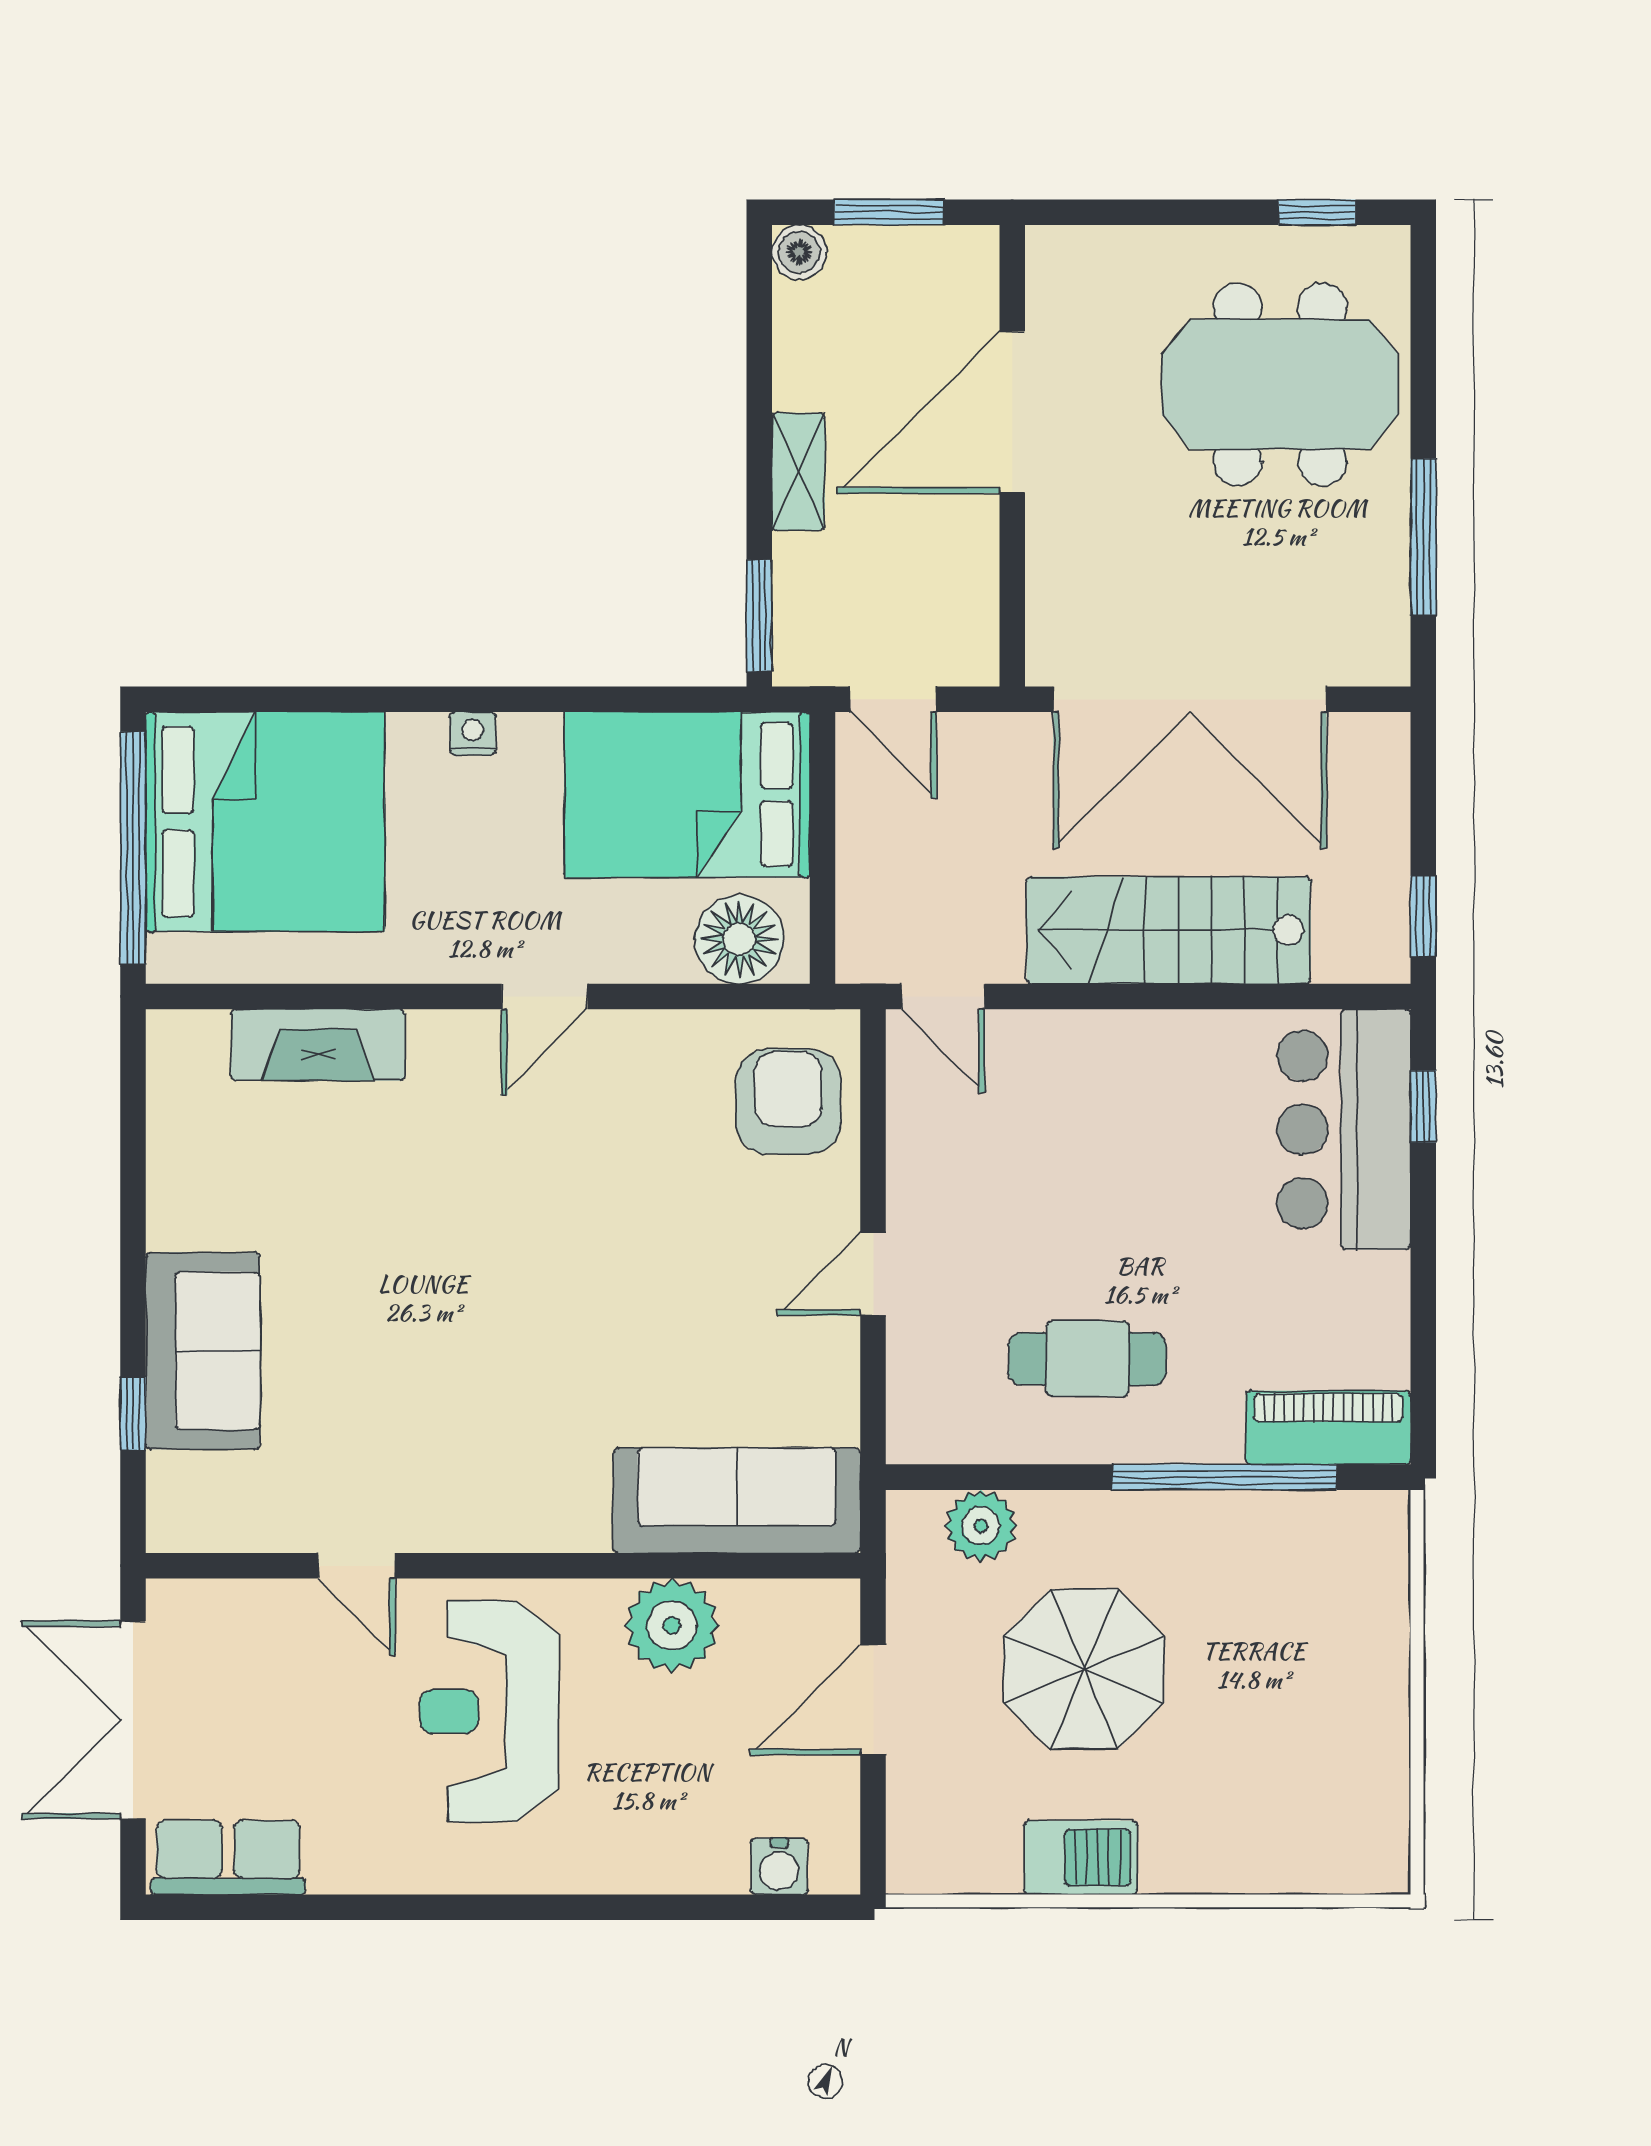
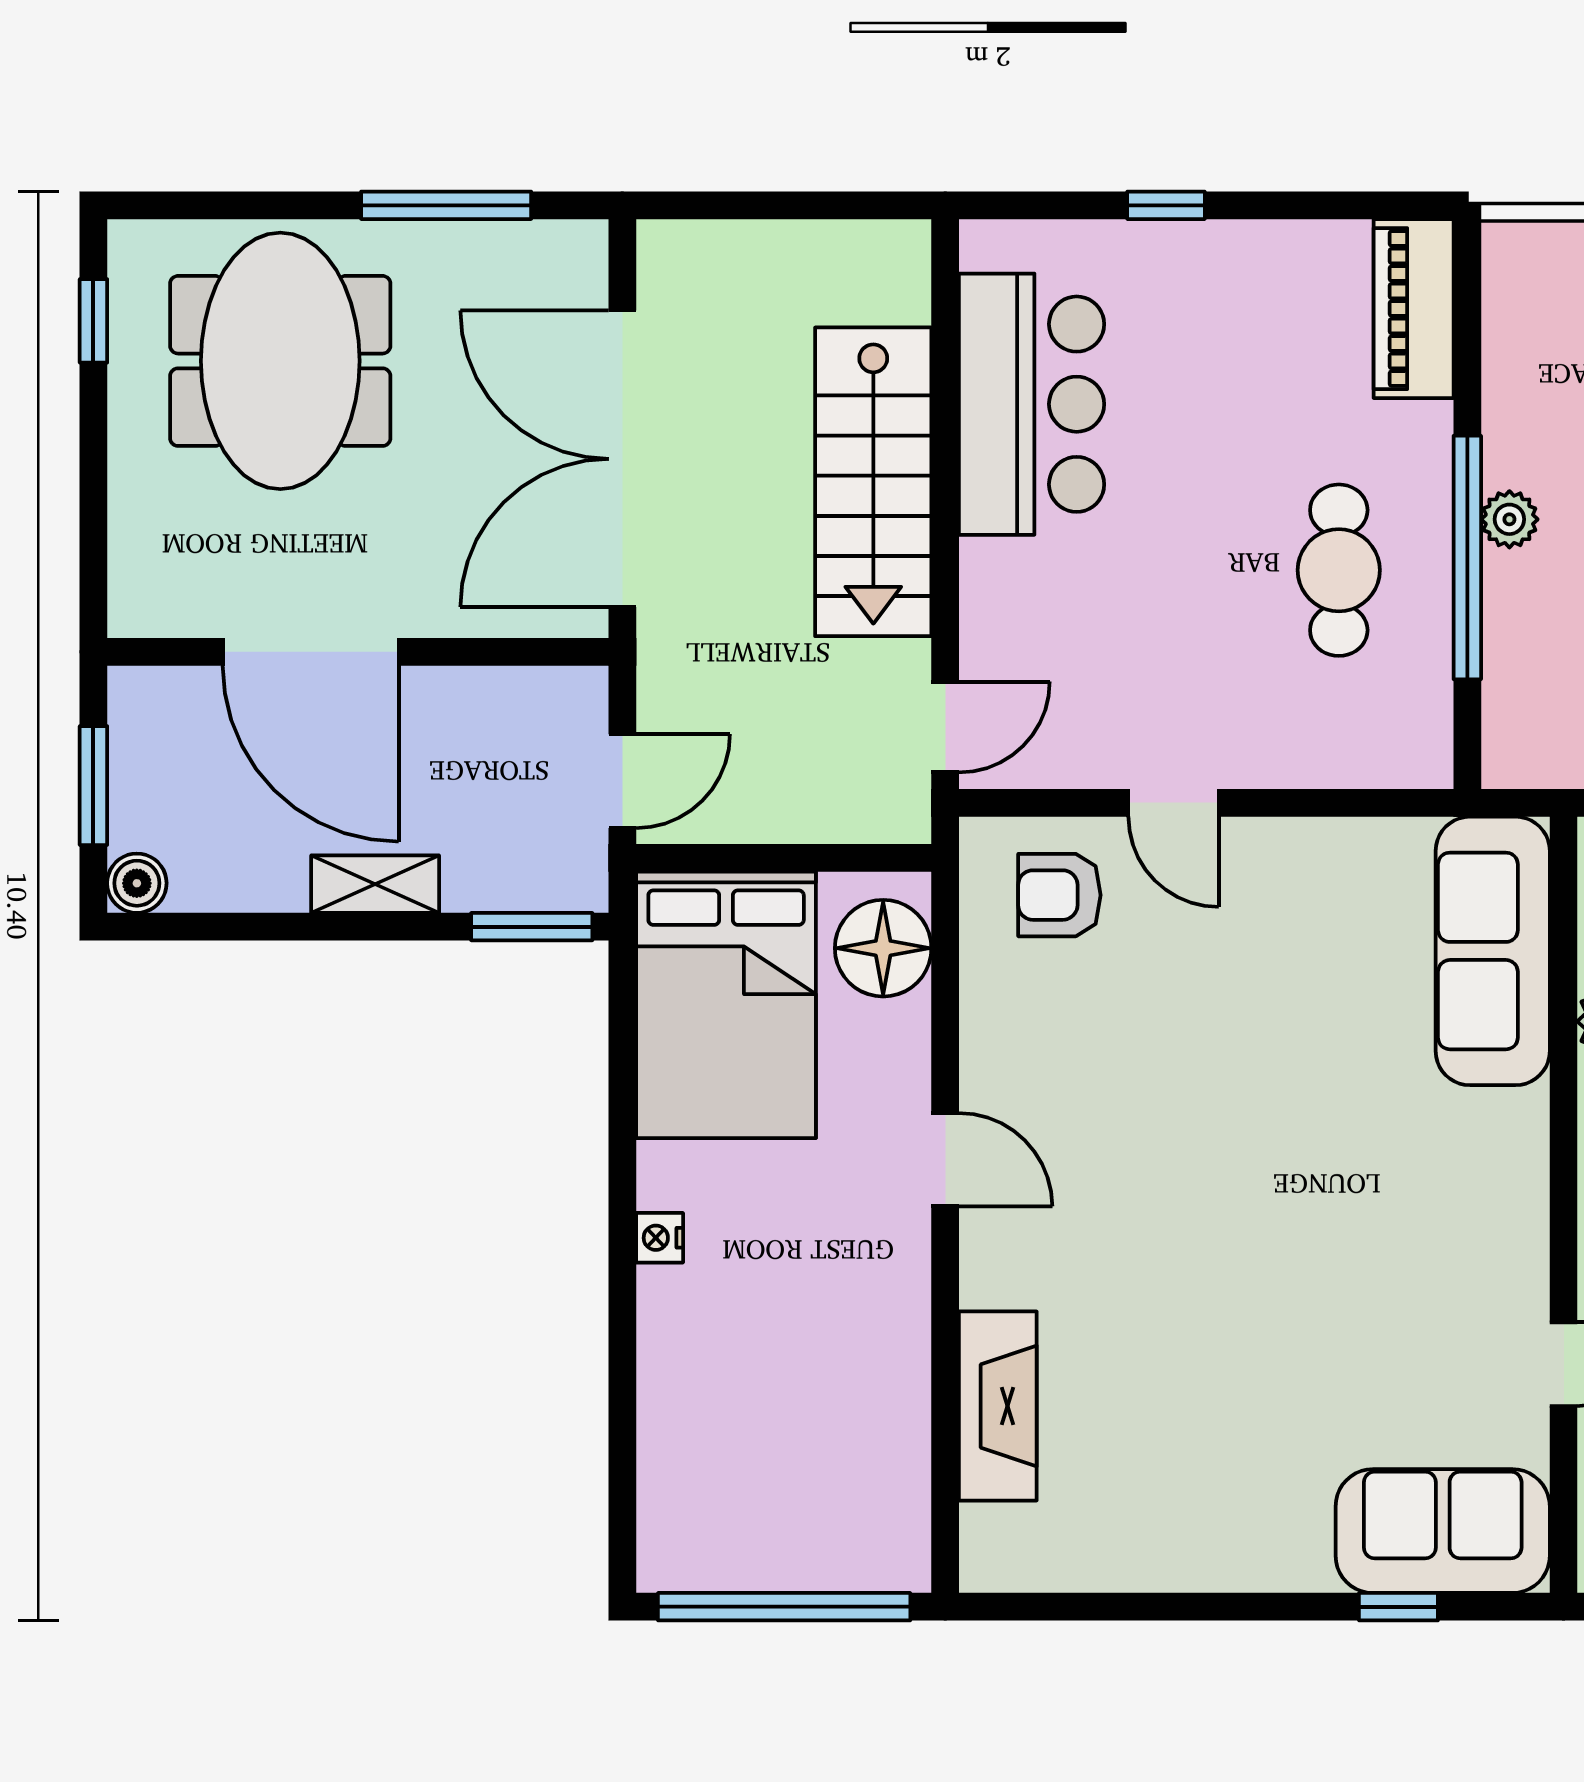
double door: (1190, 699) -> (622, 459), swing flipped
bed: (265, 822) -> (755, 1463), removed
window: (1423, 916) -> (858, 205), removed
armchair: (788, 1102) -> (1059, 895), width x0.72, depth x0.72
window: (1423, 1106) -> (1166, 205), moved
bar counter: (1344, 1129) -> (1032, 404), moved, turned -90
door: (873, 1274) -> (1174, 803), moved
sofa: (203, 1351) -> (1443, 1531), moved
window: (1224, 1477) -> (1467, 558), moved
plant: (981, 1526) -> (1509, 519), moved, width x0.73, depth x0.73

